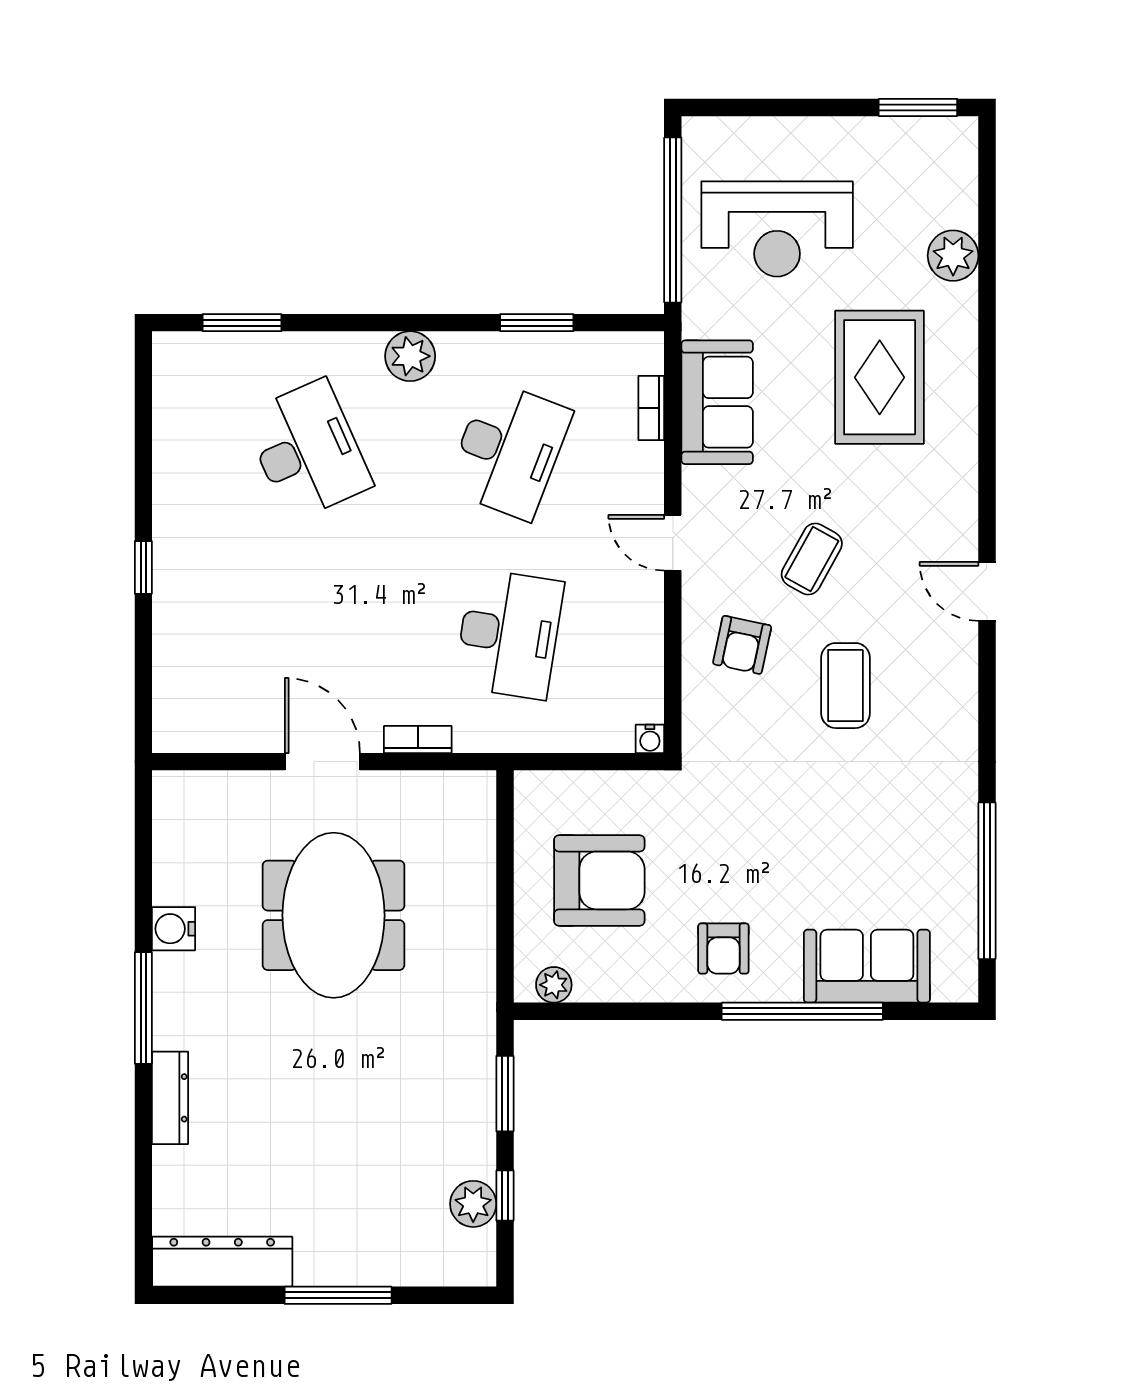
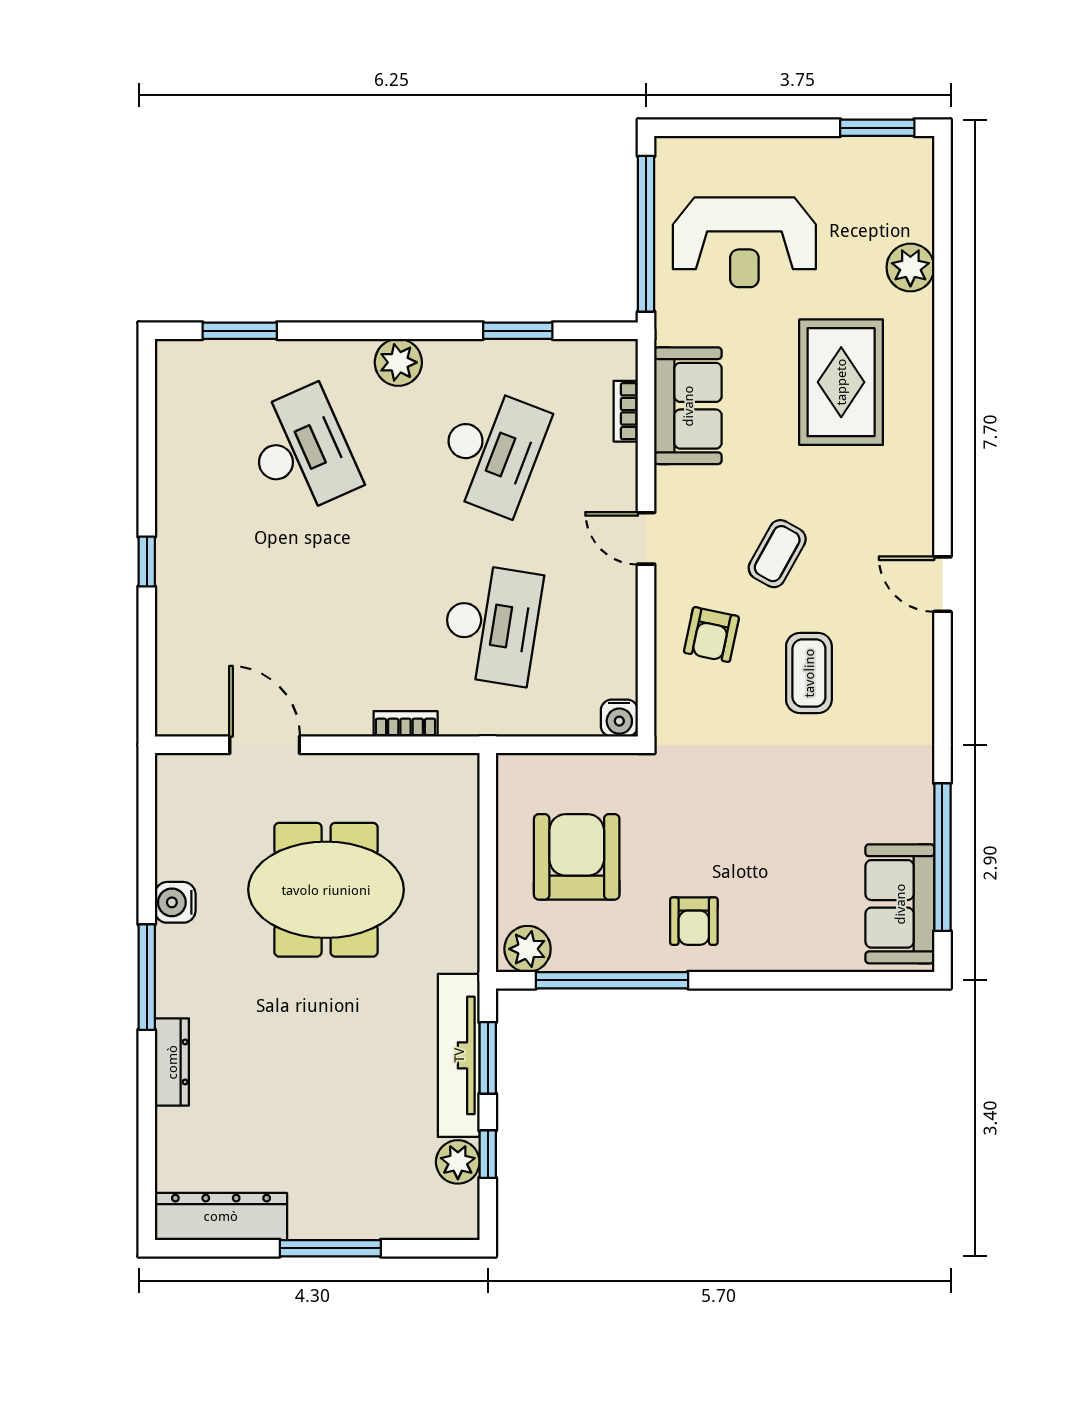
water cooler: (650, 739) -> (619, 718), width x1.38, depth x1.38
door: (322, 762) -> (265, 745), moved
armchair: (599, 880) -> (577, 857), turned -90
meeting table: (334, 915) -> (326, 890), turned 90
sofa: (867, 966) -> (900, 904), moved, turned -90
plant: (554, 985) -> (528, 949), width x1.38, depth x1.38
window: (802, 1011) -> (612, 980), moved
tv unit: (474, 1091) -> (459, 1055), added

